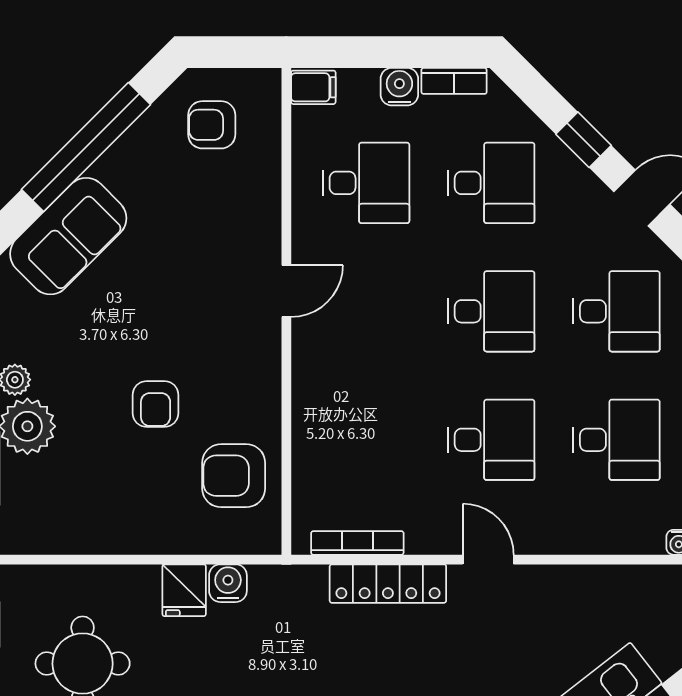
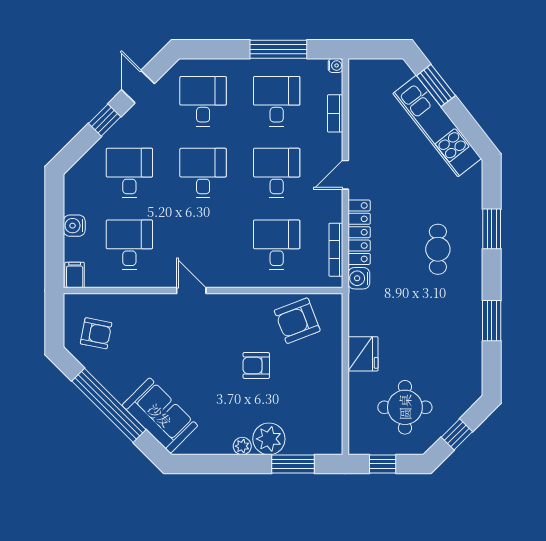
bookcase: (454, 81) -> (335, 113), moved, turned 180
armchair: (212, 125) -> (96, 333), turned -79
armchair: (156, 404) -> (256, 365), turned 180
desk: (366, 440) -> (277, 245), added
armchair: (234, 476) -> (297, 321), turned 69
water cooler: (228, 583) -> (359, 278), moved
fridge: (184, 590) -> (363, 354), width x1.38

